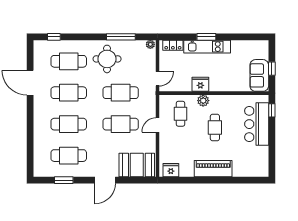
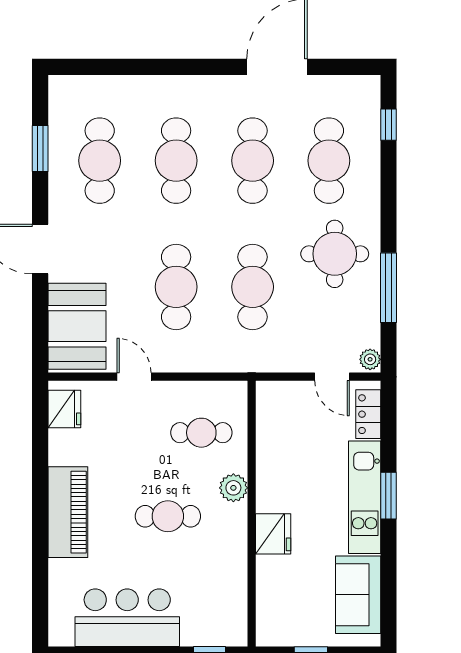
sofa: (259, 75) -> (358, 595), moved, turned -90
door: (158, 79) -> (332, 377), moved
fridge: (200, 84) -> (273, 534), moved
bar counter: (257, 124) -> (127, 618), moved
door: (158, 125) -> (134, 377), moved

